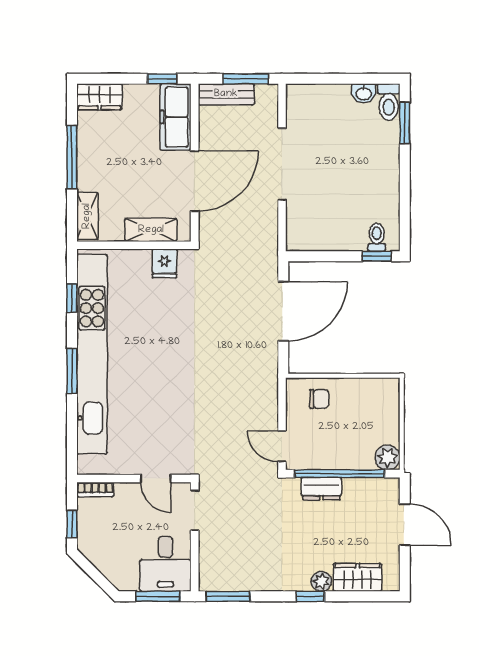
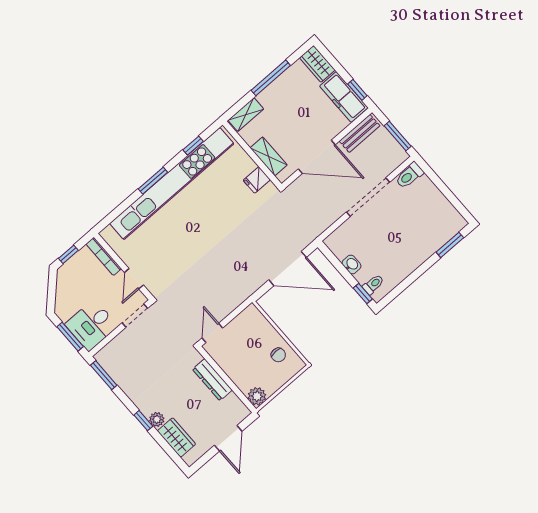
washbasin: (364, 93) -> (352, 264), moved, turned 180
bench: (226, 94) -> (360, 133), moved, turned 90
toilet: (389, 102) -> (409, 175), moved
freezer: (176, 117) -> (344, 97), moved, turned -90
chair: (319, 399) -> (278, 355), moved
window: (340, 474) -> (225, 378), removed
dresser: (321, 489) -> (212, 380), width x1.44
bookcase: (95, 490) -> (104, 256), width x1.56

